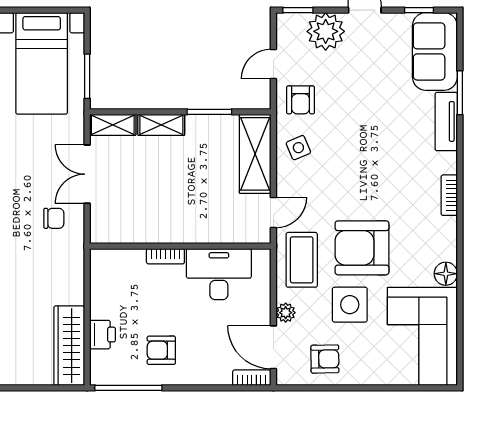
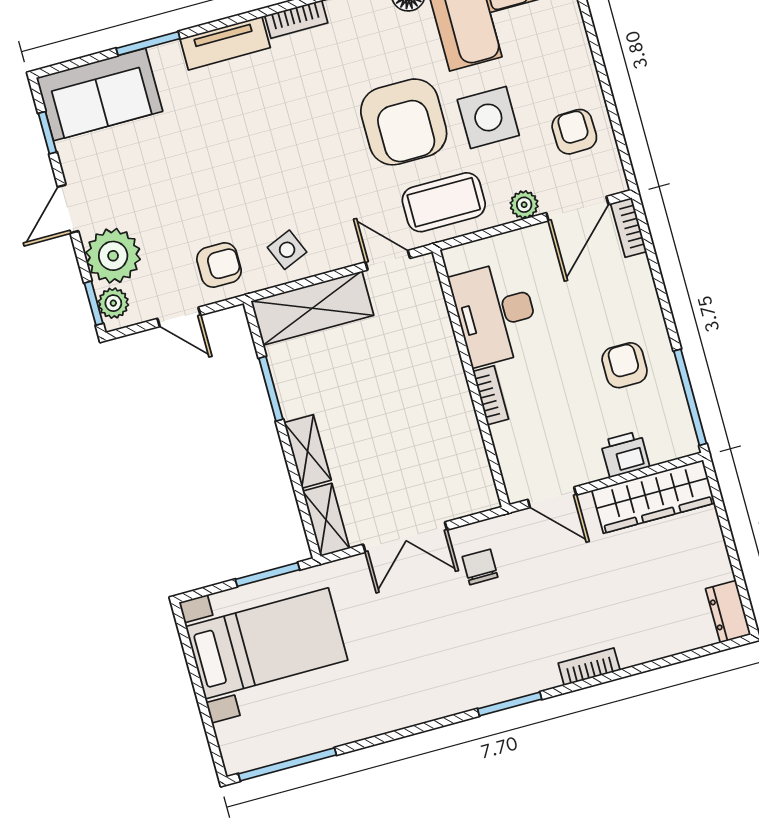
plant: (294, 23) -> (113, 303), added
tv unit: (446, 121) -> (225, 43), moved
door: (87, 279) -> (552, 497), added
armchair: (161, 350) -> (625, 365), turned 180

